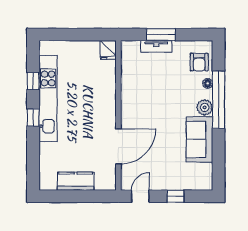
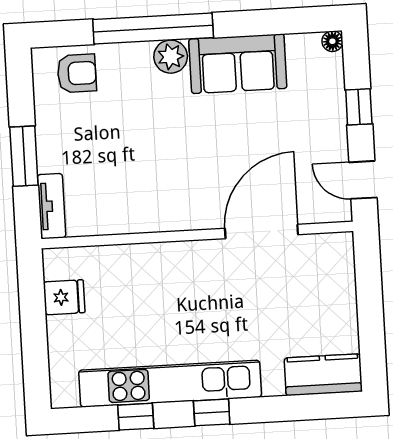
tv unit: (156, 46) -> (52, 206), moved
fridge: (108, 50) -> (64, 297), moved
floor lamp: (208, 83) -> (332, 41), moved
door: (118, 146) -> (262, 232), hinge flipped
kitchen counter: (76, 181) -> (323, 375), moved, turned 90

